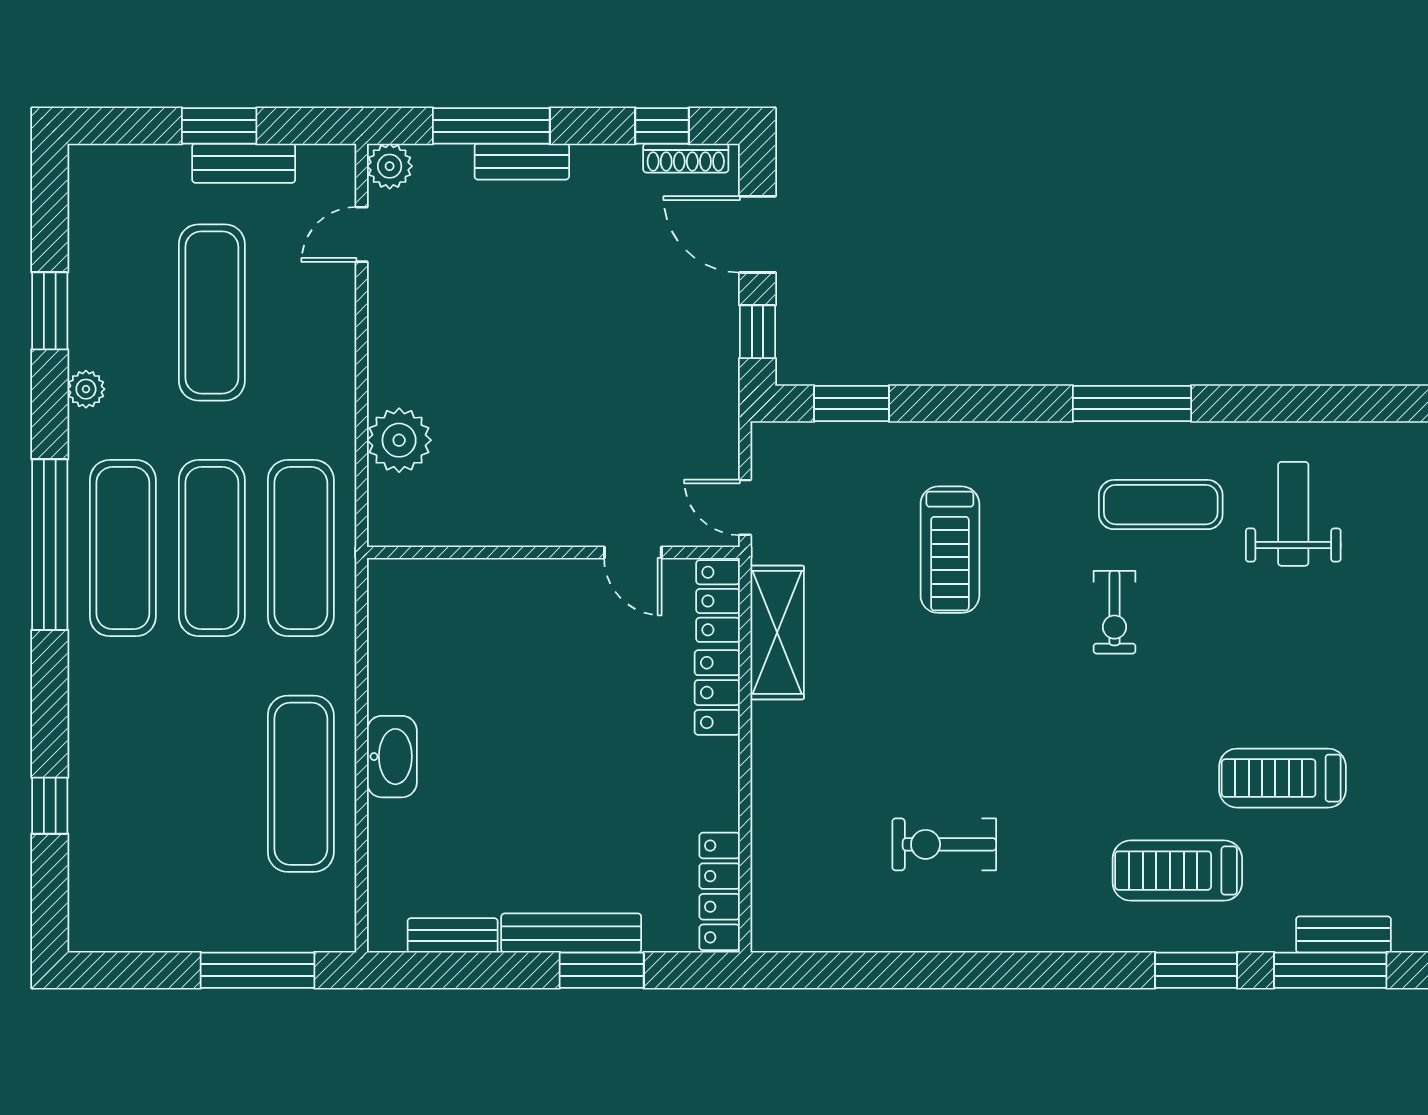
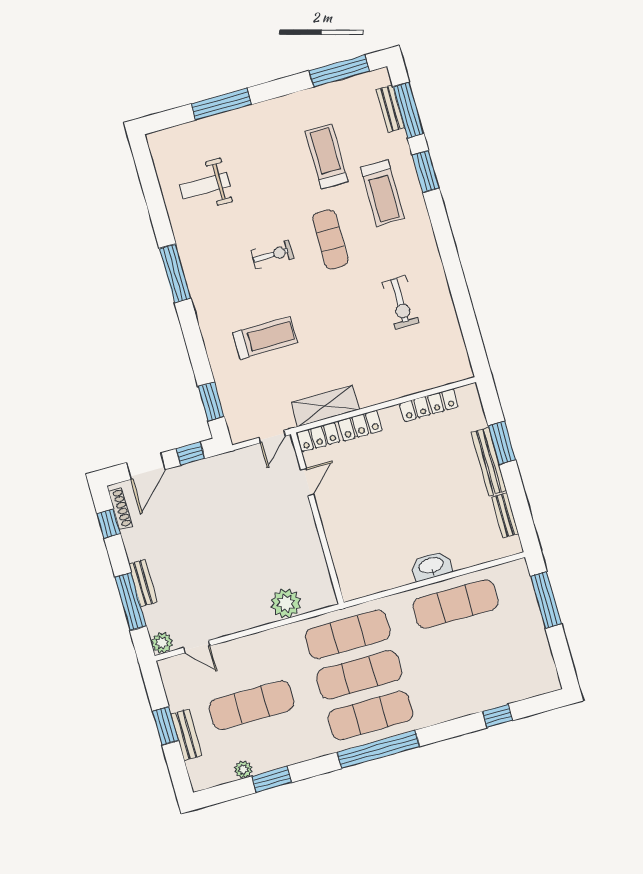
bench: (244, 163) -> (186, 735), moved
plant: (86, 389) -> (243, 769), moved
exercise mat: (1161, 505) -> (330, 239), moved
treadmill: (1283, 778) -> (327, 157), turned 180
locker: (720, 891) -> (429, 405), moved

